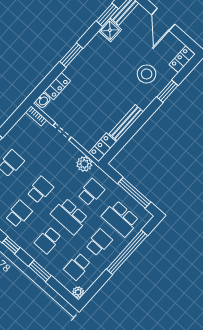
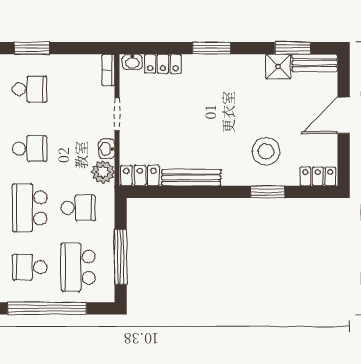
washbasin: (74, 152) -> (107, 149), added
school desk: (99, 243) -> (30, 267), turned 180

